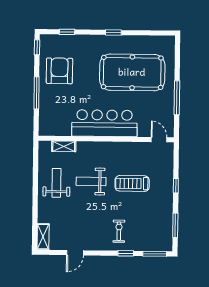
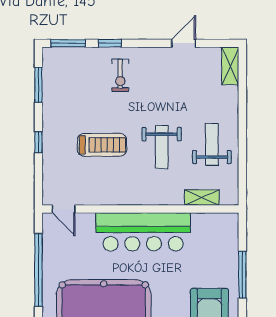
window: (177, 98) -> (38, 270), width x1.46
weight bench: (91, 181) -> (162, 147), turned 90
weight bench: (56, 183) -> (212, 144), turned 180

